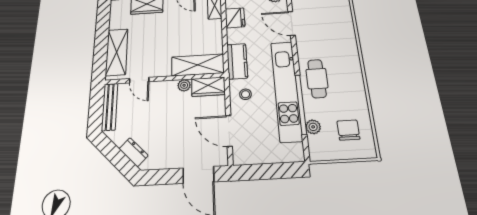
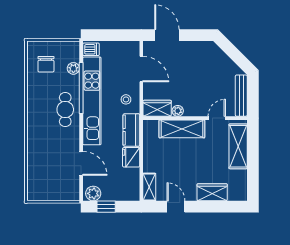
fridge: (235, 18) -> (131, 157), moved
shelving: (198, 65) -> (182, 129), moved
door: (139, 80) -> (217, 118), hinge flipped
dresser: (134, 152) -> (219, 56), removed
dishwasher: (294, 152) -> (91, 49), added

